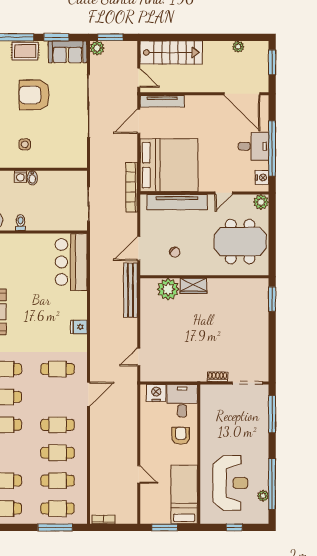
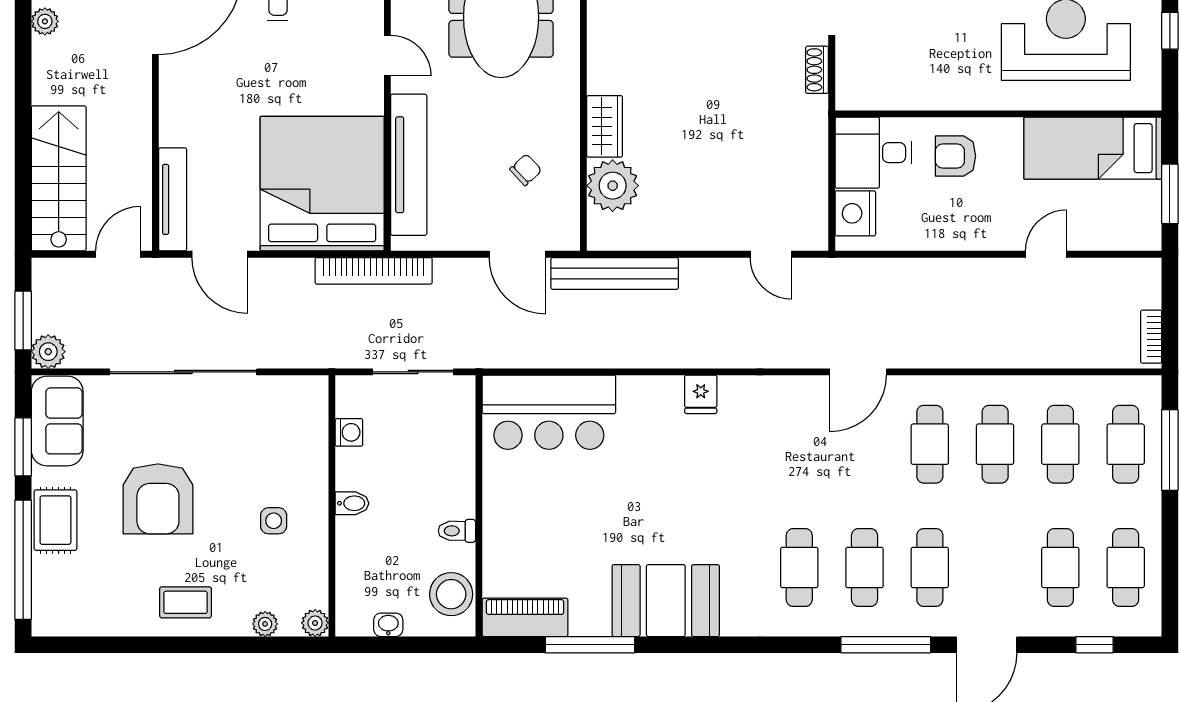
washing machine: (20, 177) -> (349, 432), moved
cafe table: (58, 369) -> (799, 444), removed
door: (88, 394) -> (858, 372), swing flipped

